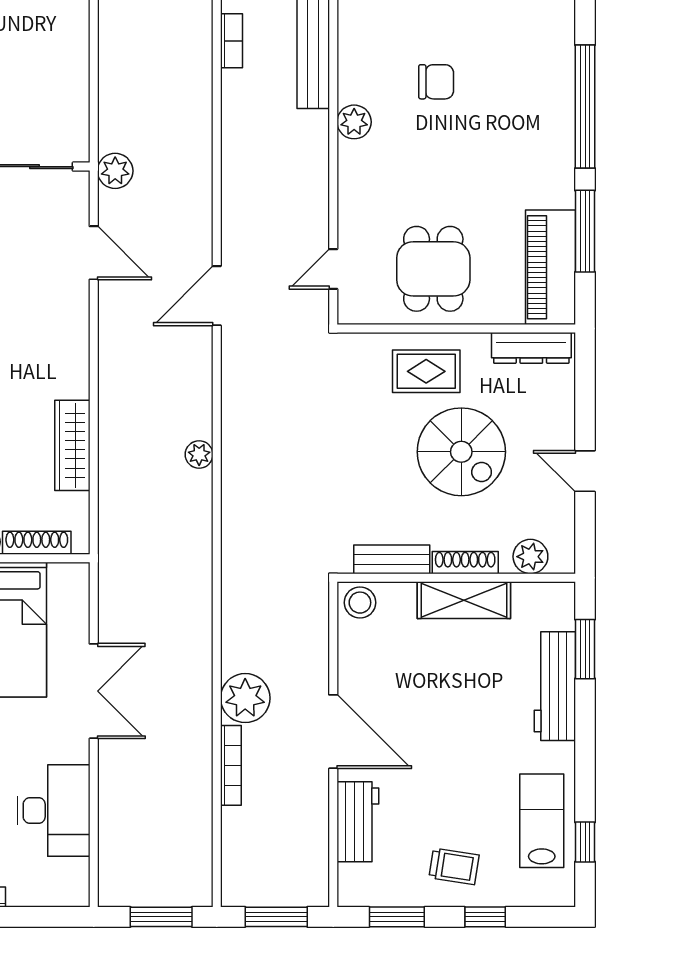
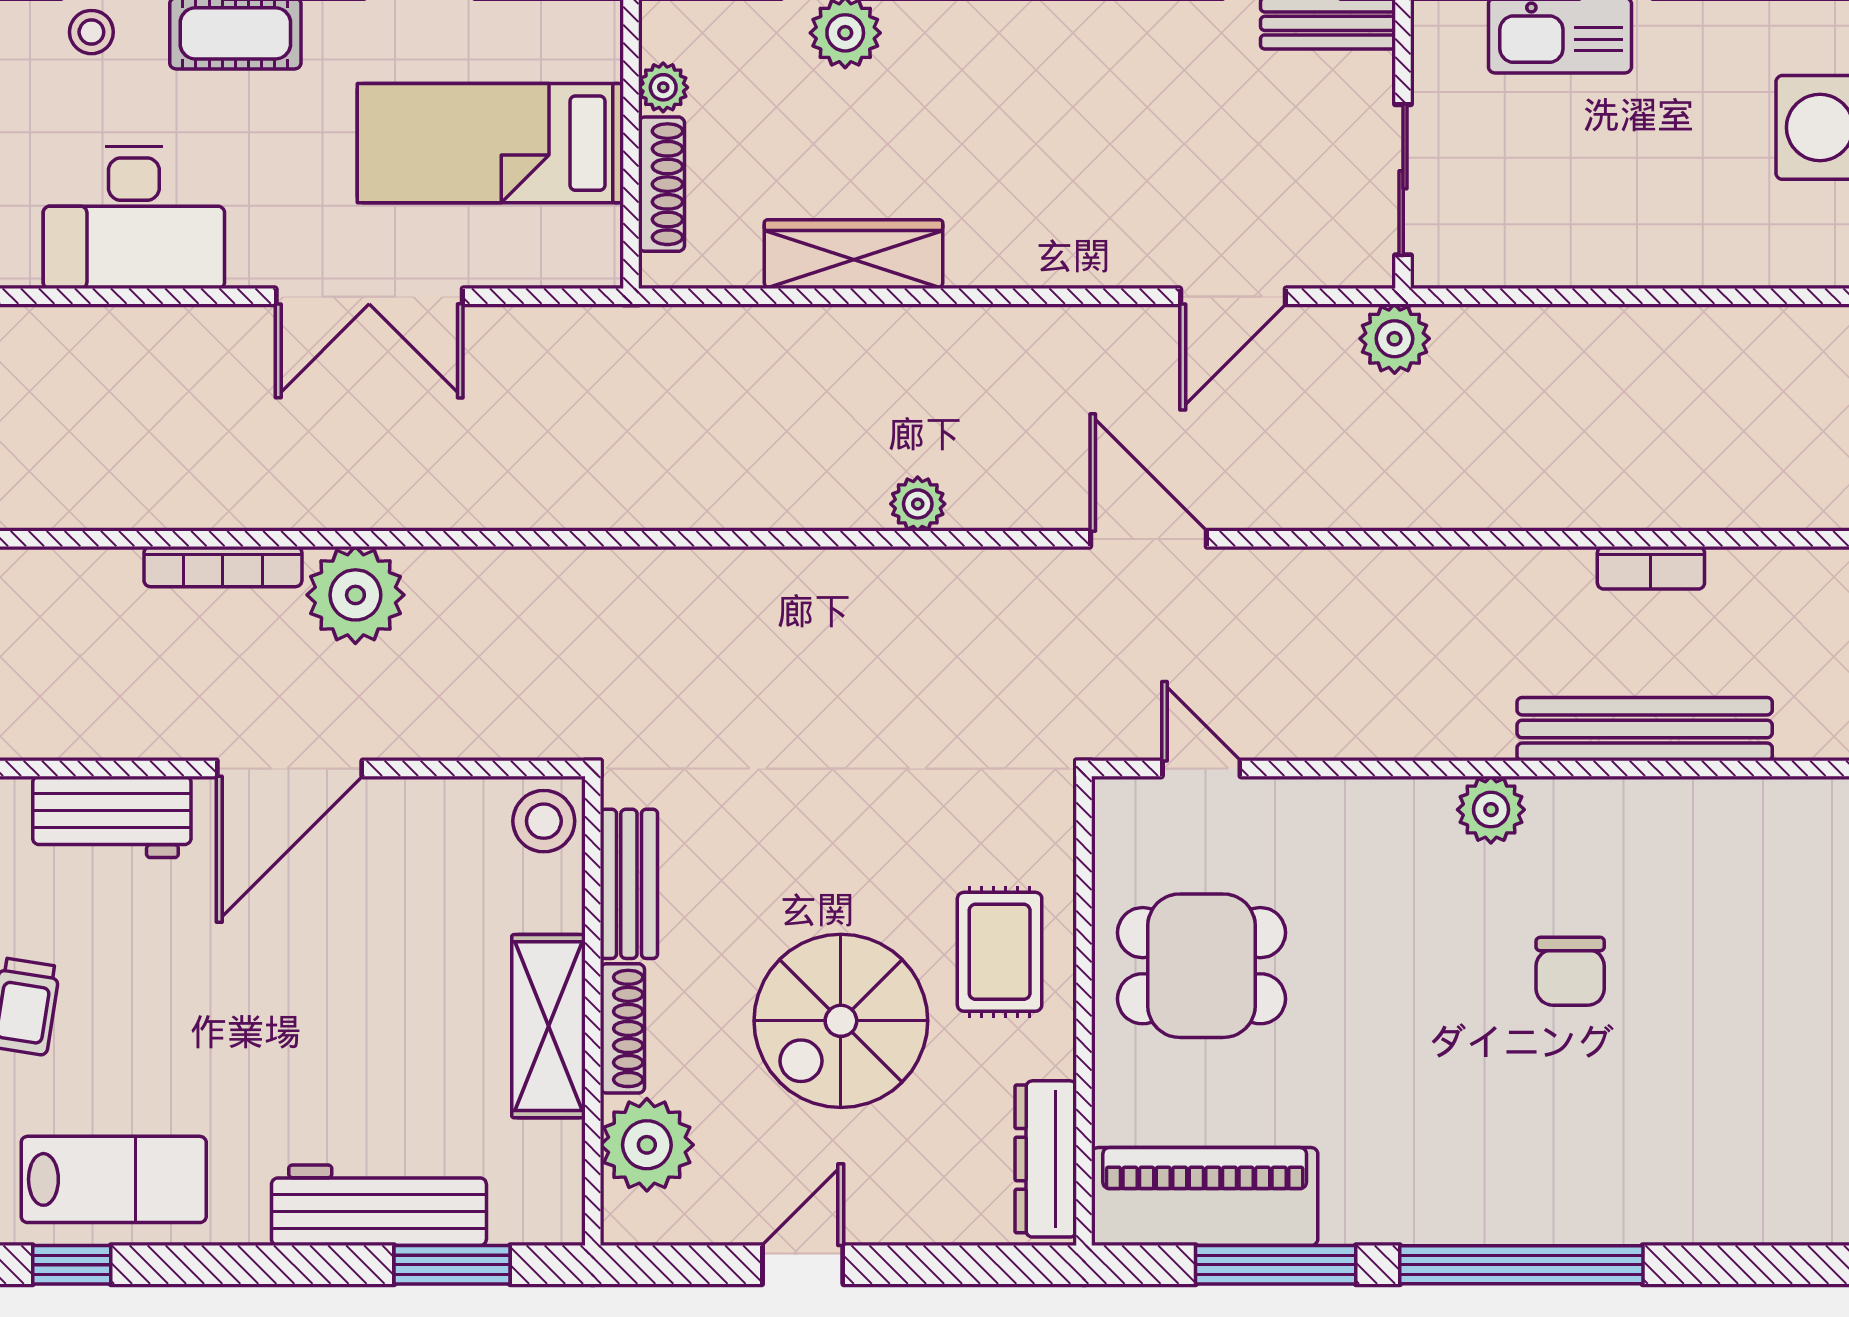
plant: (199, 454) -> (918, 504), moved
plant: (530, 557) -> (647, 1145), width x1.36, depth x1.36

